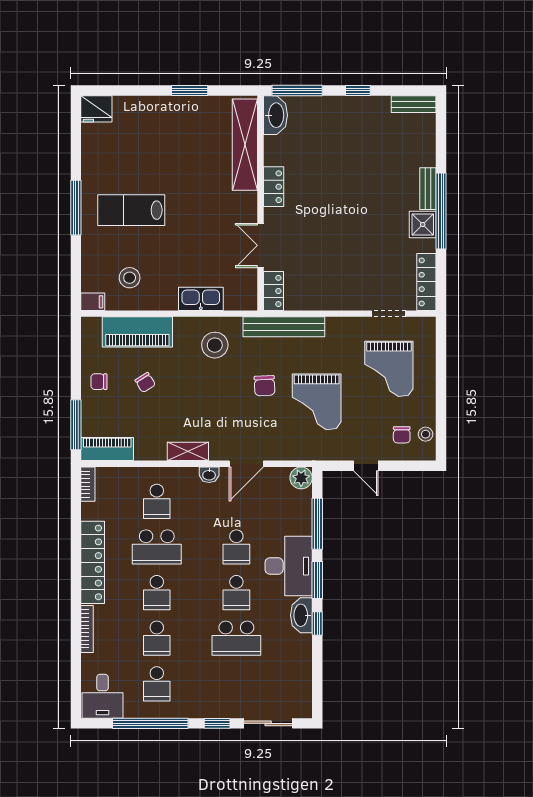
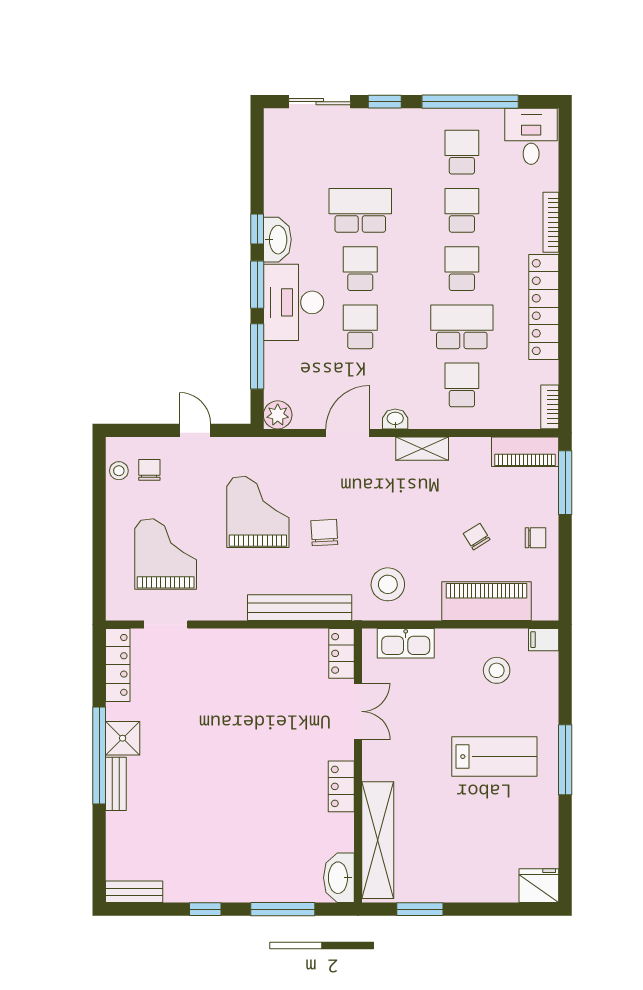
washbasin: (275, 115) -> (339, 878), moved
shelving: (245, 145) -> (378, 840), moved
locker: (274, 187) -> (341, 786), moved
wall: (260, 203) -> (358, 765), moved
double door: (260, 245) -> (358, 711), moved
locker: (273, 291) -> (341, 653), moved

